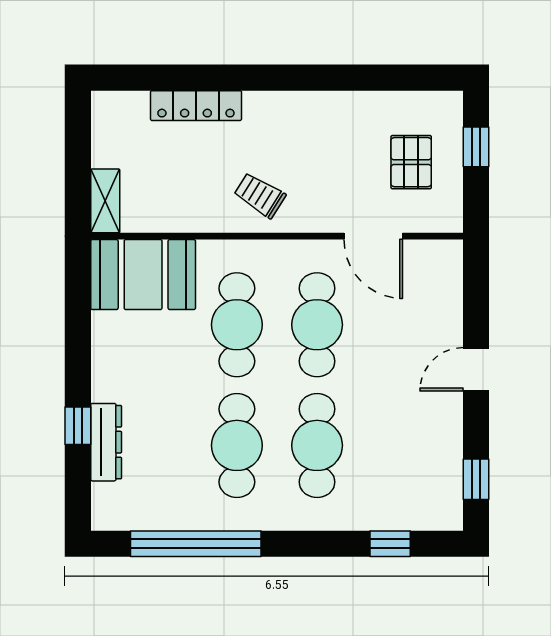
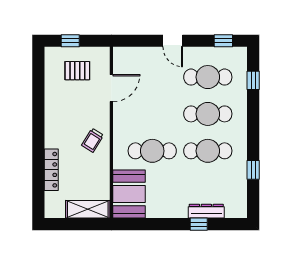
shelving: (105, 201) -> (88, 209), width x1.50, depth x1.33
cafe table: (317, 325) -> (208, 77), moved
window: (196, 544) -> (253, 170), width x0.32

